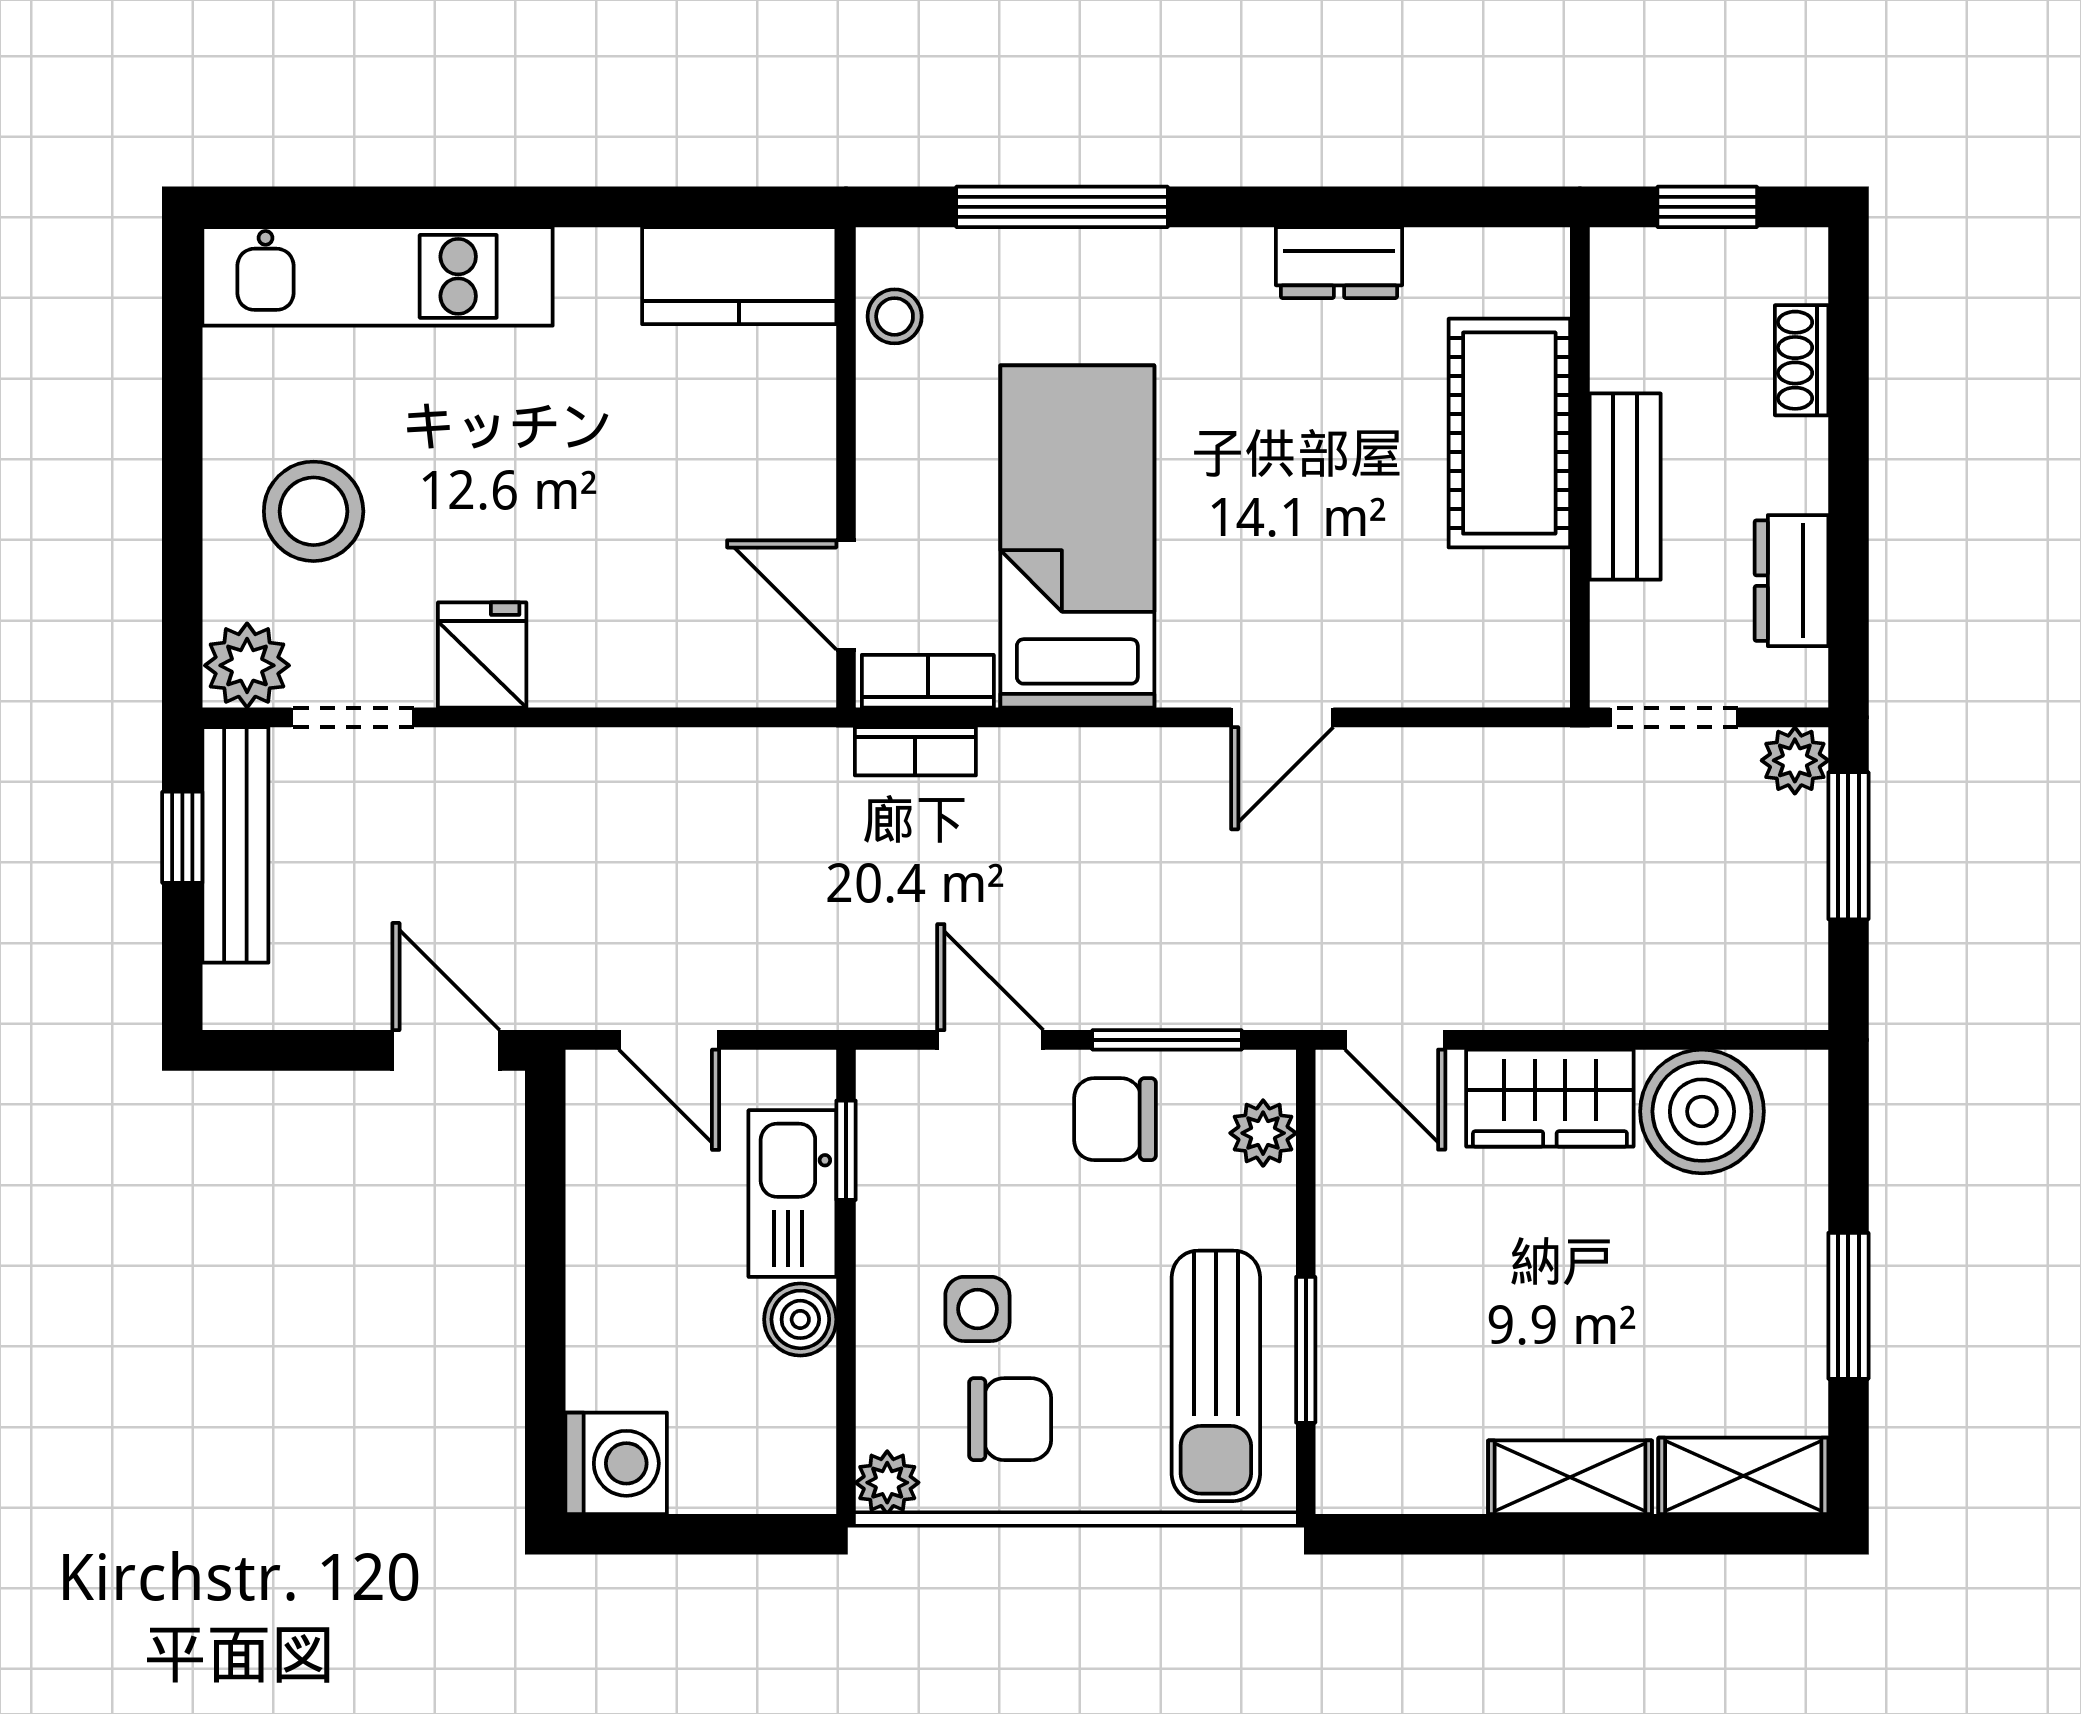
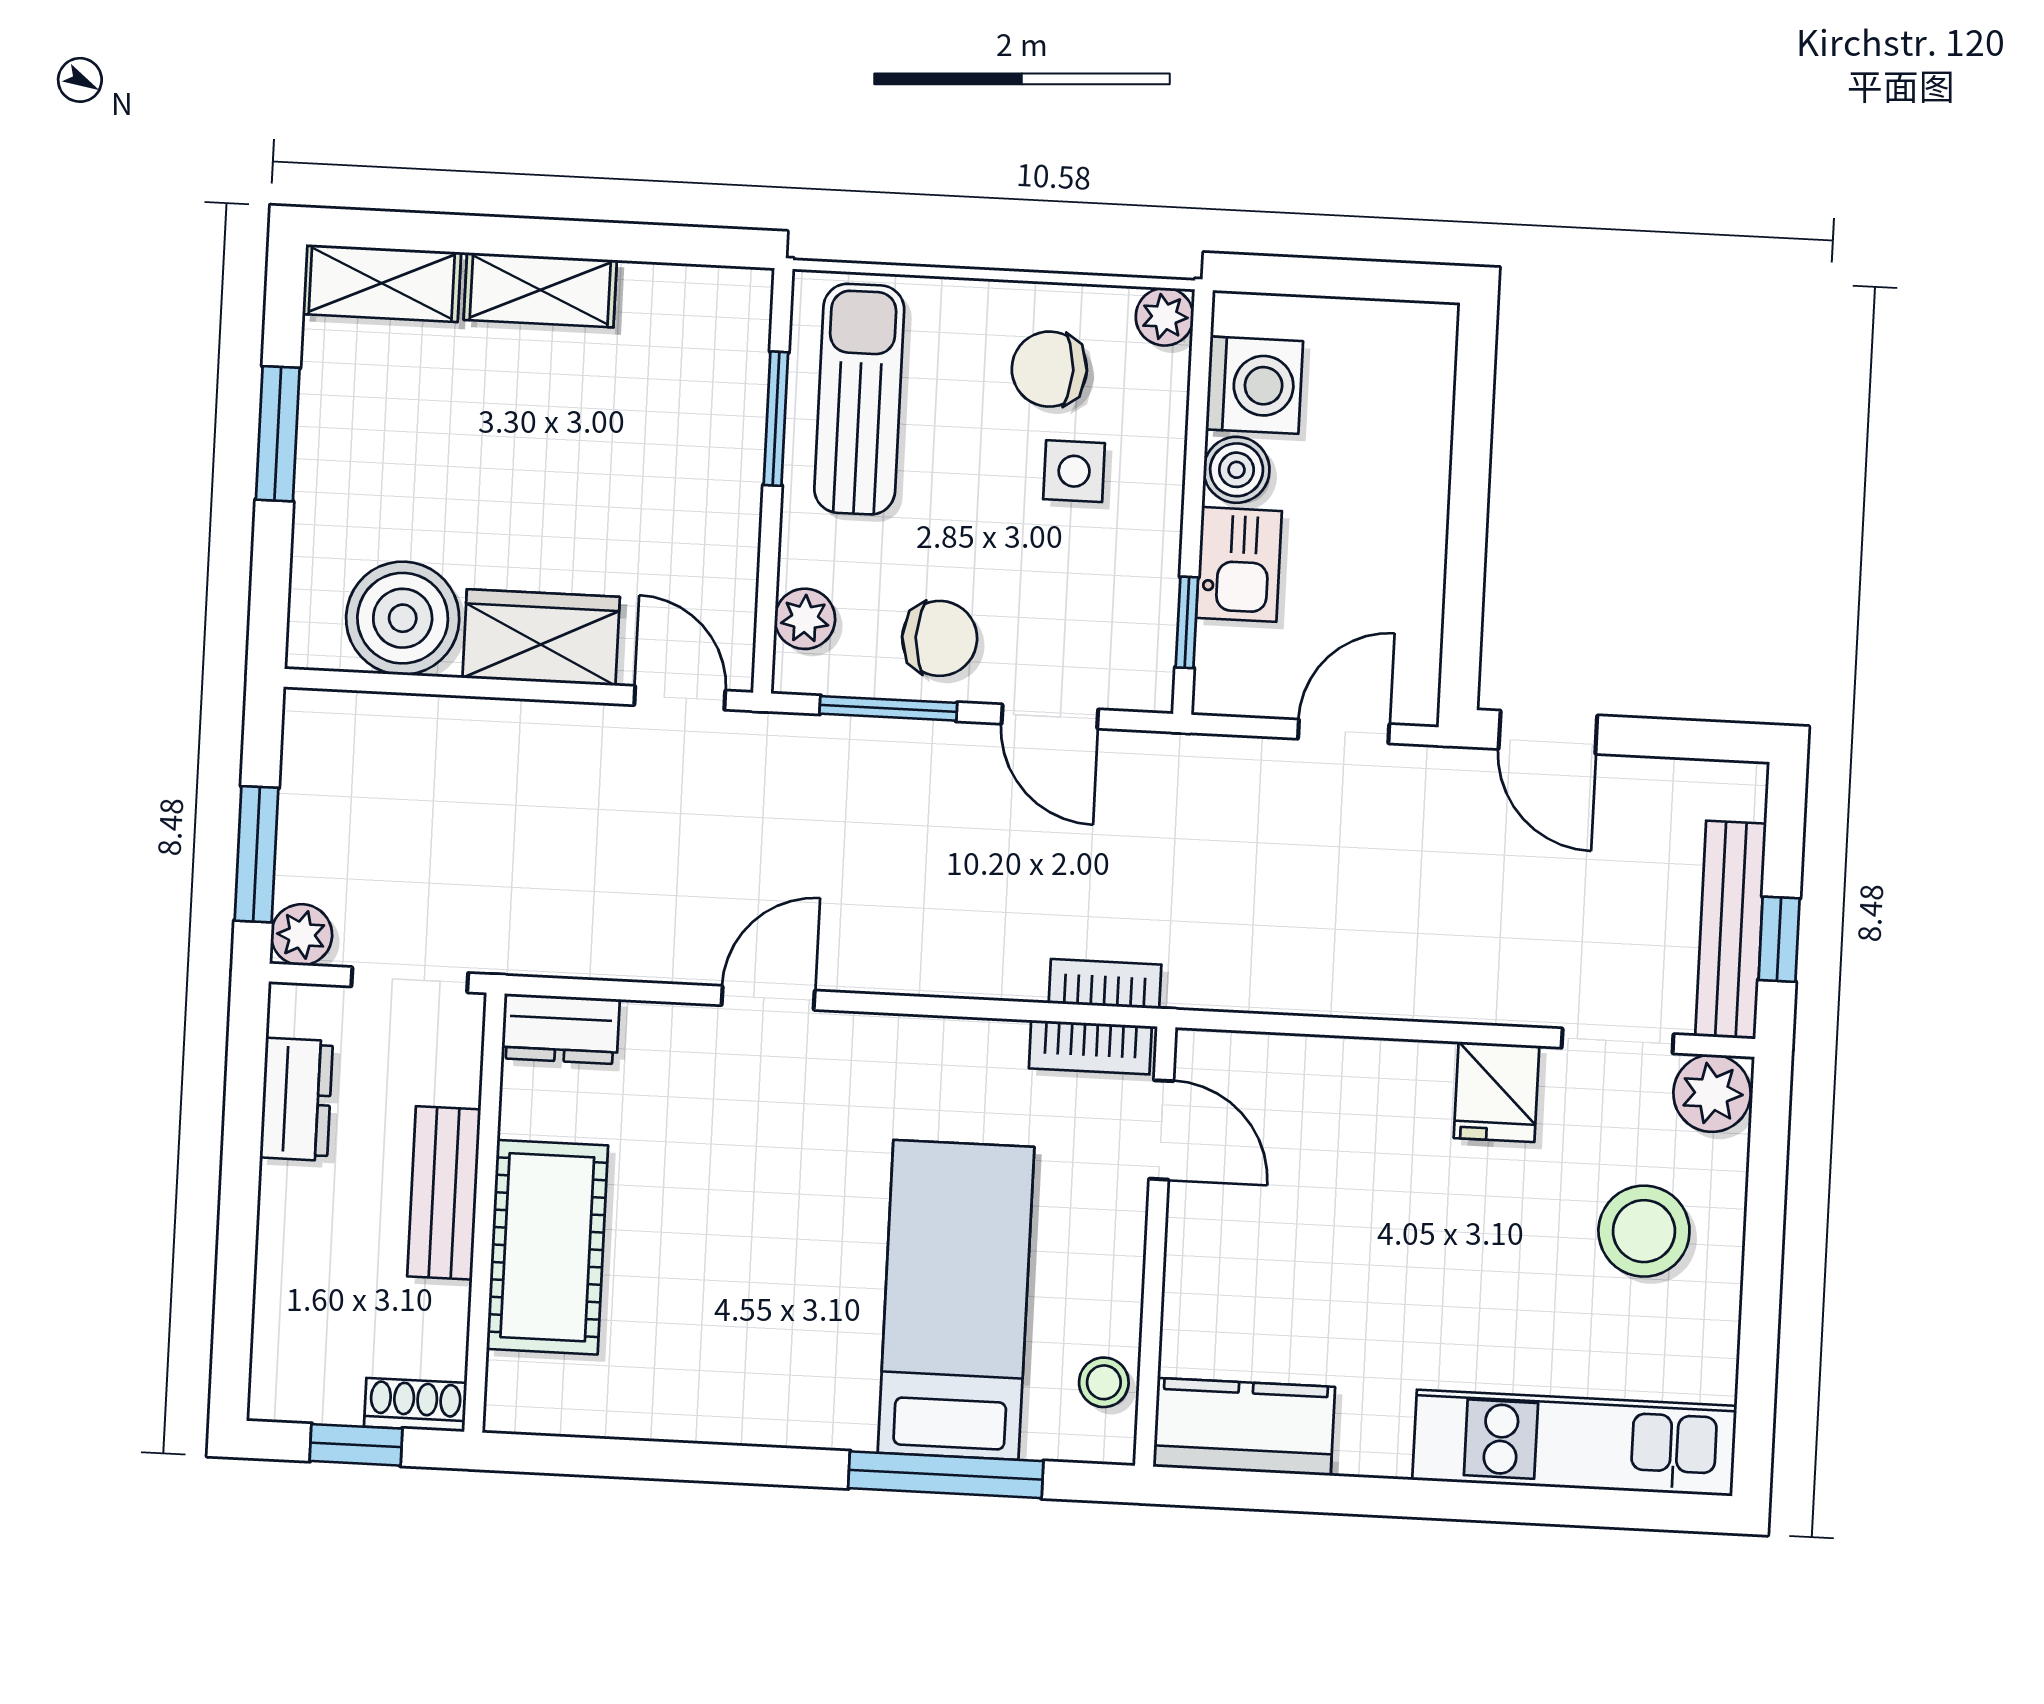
dresser: (1339, 263) -> (561, 1029), moved, turned 180
shoe rack: (1802, 360) -> (415, 1405), moved, turned -90
bed: (1077, 536) -> (956, 1300), moved, turned 180
door: (669, 1040) -> (1344, 731), hinge flipped
kitchen sink: (792, 1194) -> (1239, 564), width x0.73
washing machine: (616, 1463) -> (1254, 385), moved, turned 180

